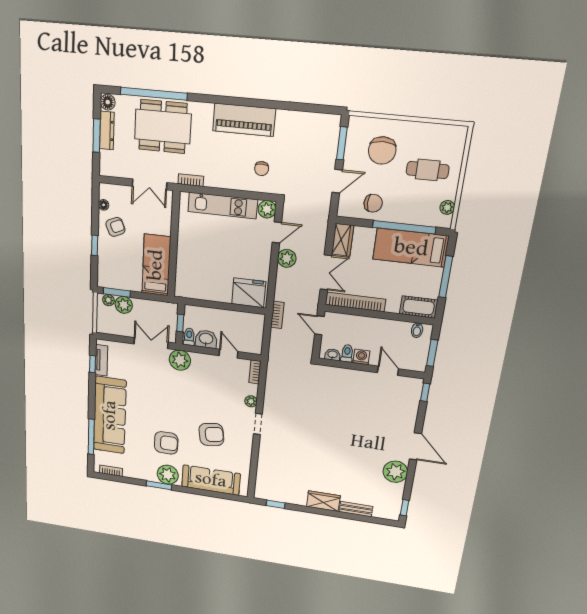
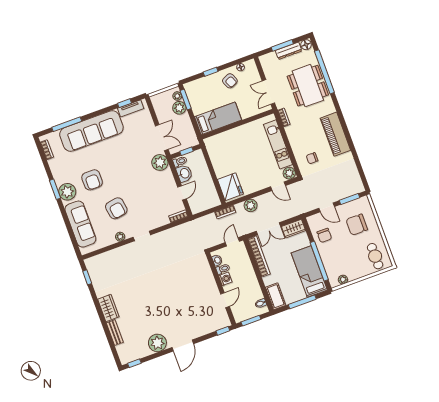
cafe table: (428, 170) -> (375, 256), moved
plant: (287, 258) -> (251, 205), moved
plant: (251, 401) -> (120, 237), moved

